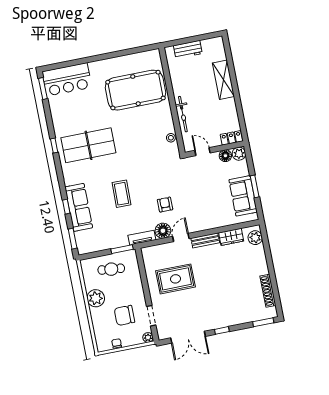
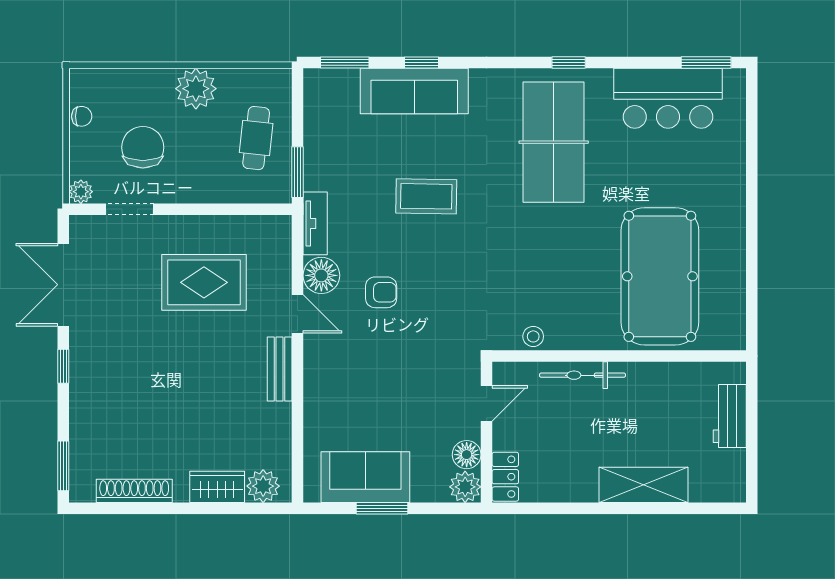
bar counter: (67, 79) -> (668, 98), moved, turned -90
wardrobe: (231, 237) -> (217, 487), moved, turned 90
rug: (175, 279) -> (204, 282), turned 90

